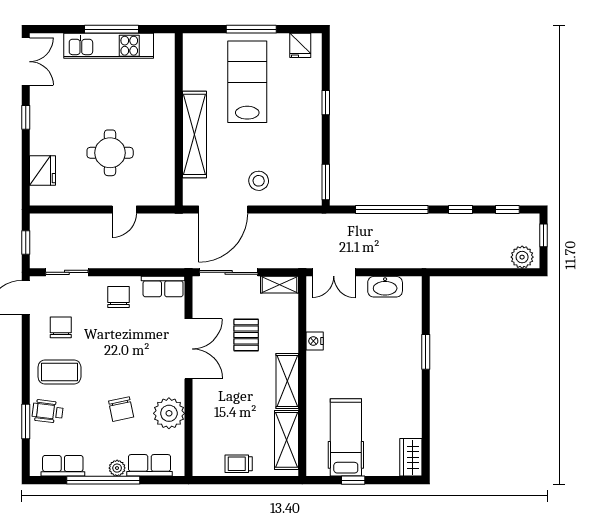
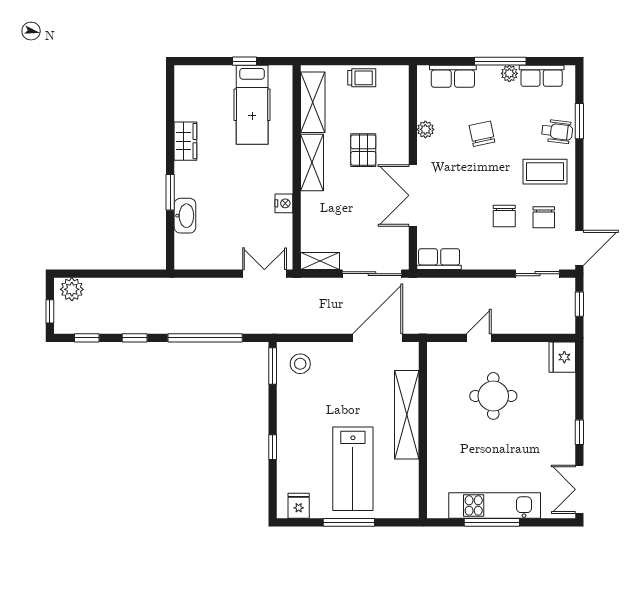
fridge: (43, 170) -> (562, 357), moved
stool: (259, 181) -> (300, 364), moved
washbasin: (385, 287) -> (185, 216), moved, turned 90
chair: (119, 297) -> (504, 216), moved
pallet: (246, 335) -> (363, 150), moved
plant: (169, 413) -> (425, 129), width x0.53, depth x0.53
wardrobe: (411, 457) -> (185, 141), moved
plant: (117, 468) -> (509, 73), moved
window: (103, 480) -> (500, 61), width x0.68

